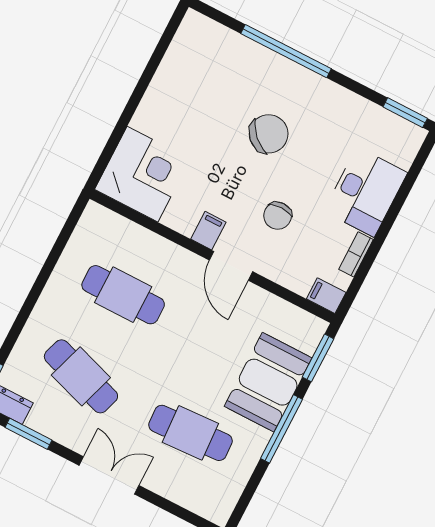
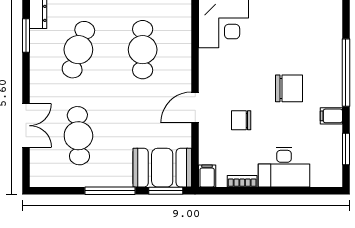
window: (405, 113) -> (346, 149), moved
chair: (269, 134) -> (289, 88), turned -44
filing cabinet: (208, 231) -> (331, 116), moved, turned 180
booth: (268, 382) -> (162, 168), moved
double door: (109, 475) -> (26, 126), moved

